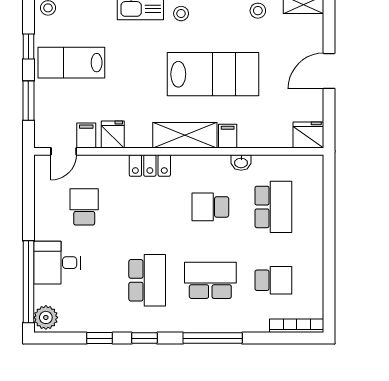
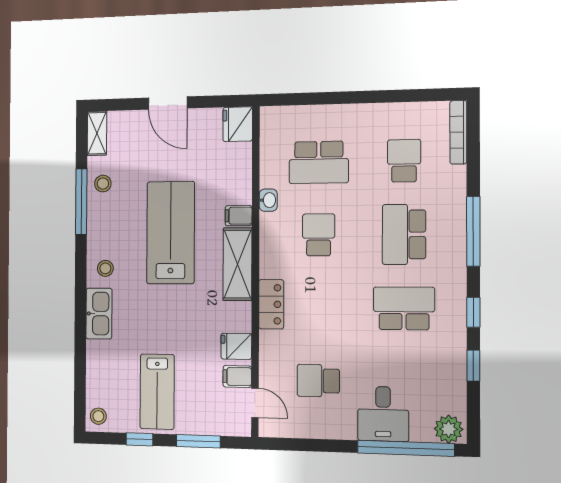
school desk: (210, 207) -> (319, 235), turned 180
school desk: (273, 207) -> (319, 162), turned 180

